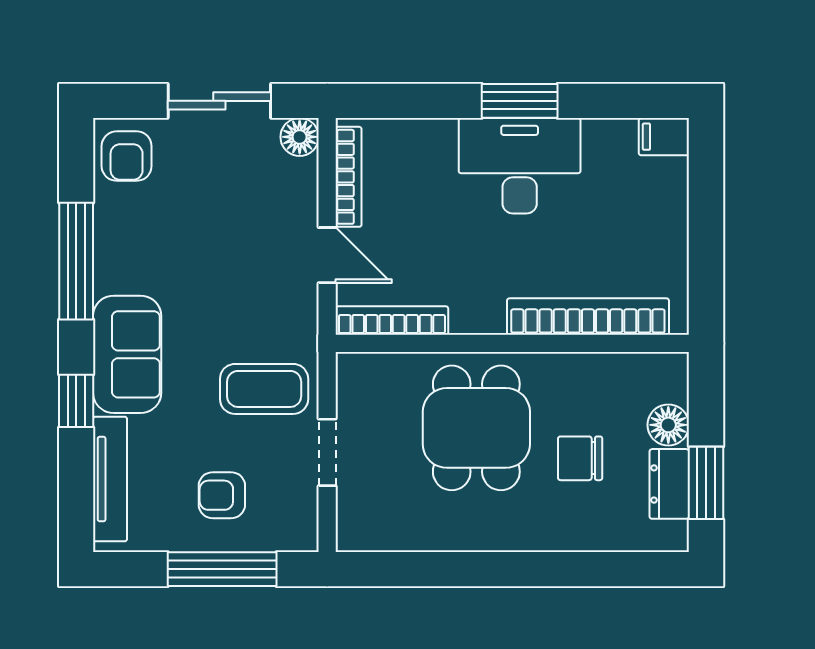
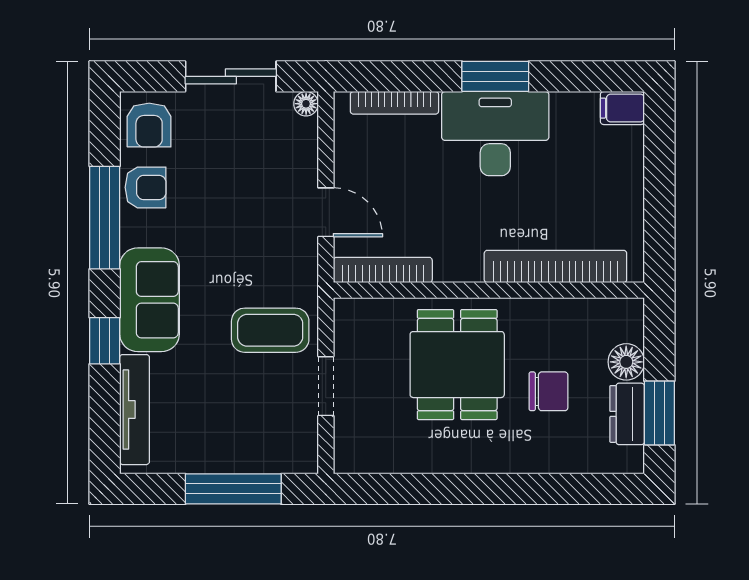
floor lamp: (300, 137) -> (306, 104), width x0.73, depth x0.73
bookcase: (349, 177) -> (394, 103), moved, turned 90
chair: (580, 458) -> (549, 391), turned 180
armchair: (222, 495) -> (146, 187), moved, turned 180

